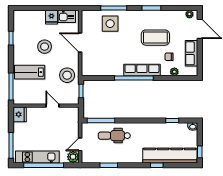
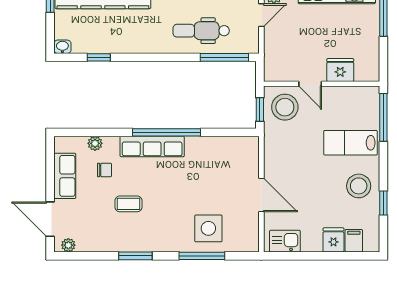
filing cabinet: (28, 17) -> (354, 241), added
fridge: (51, 17) -> (333, 240), moved
coffee table: (155, 38) -> (128, 204), width x0.54, depth x0.58
stool: (45, 47) -> (359, 186), moved
lab bench: (30, 72) -> (350, 143), turned 180
stool: (67, 75) -> (285, 107), moved
fridge: (20, 114) -> (340, 70), moved, turned 90
dental chair: (114, 136) -> (201, 31), turned 180

